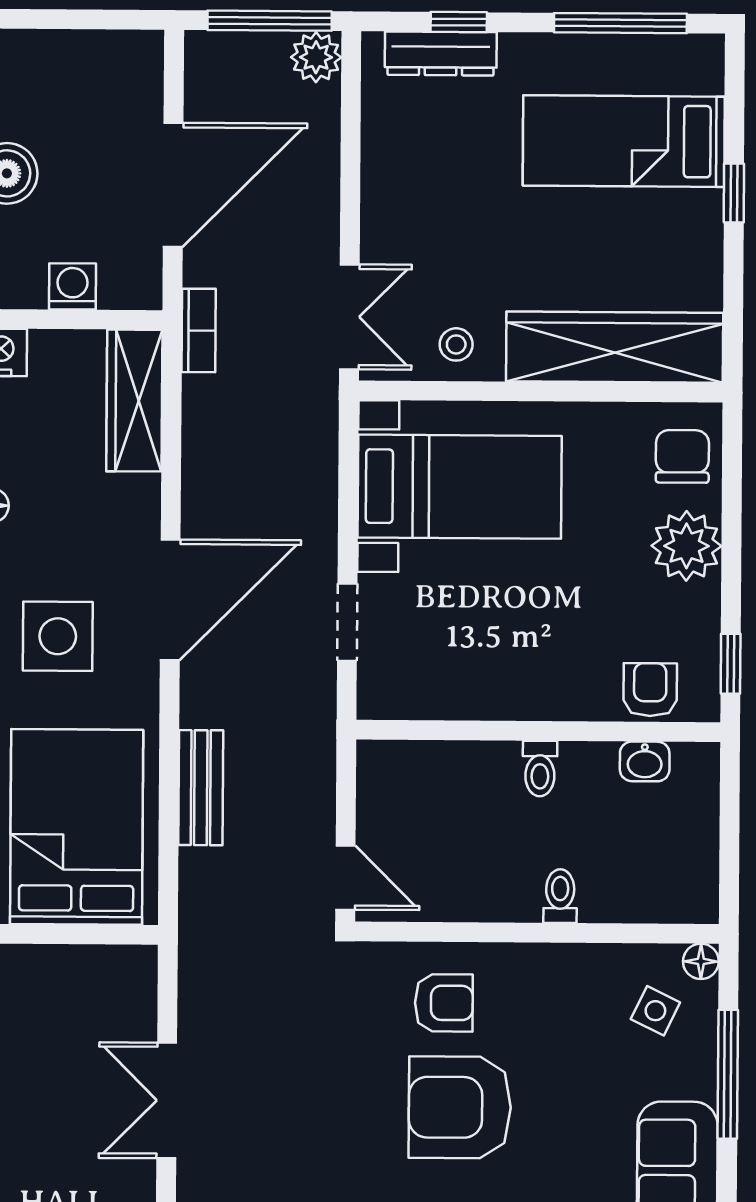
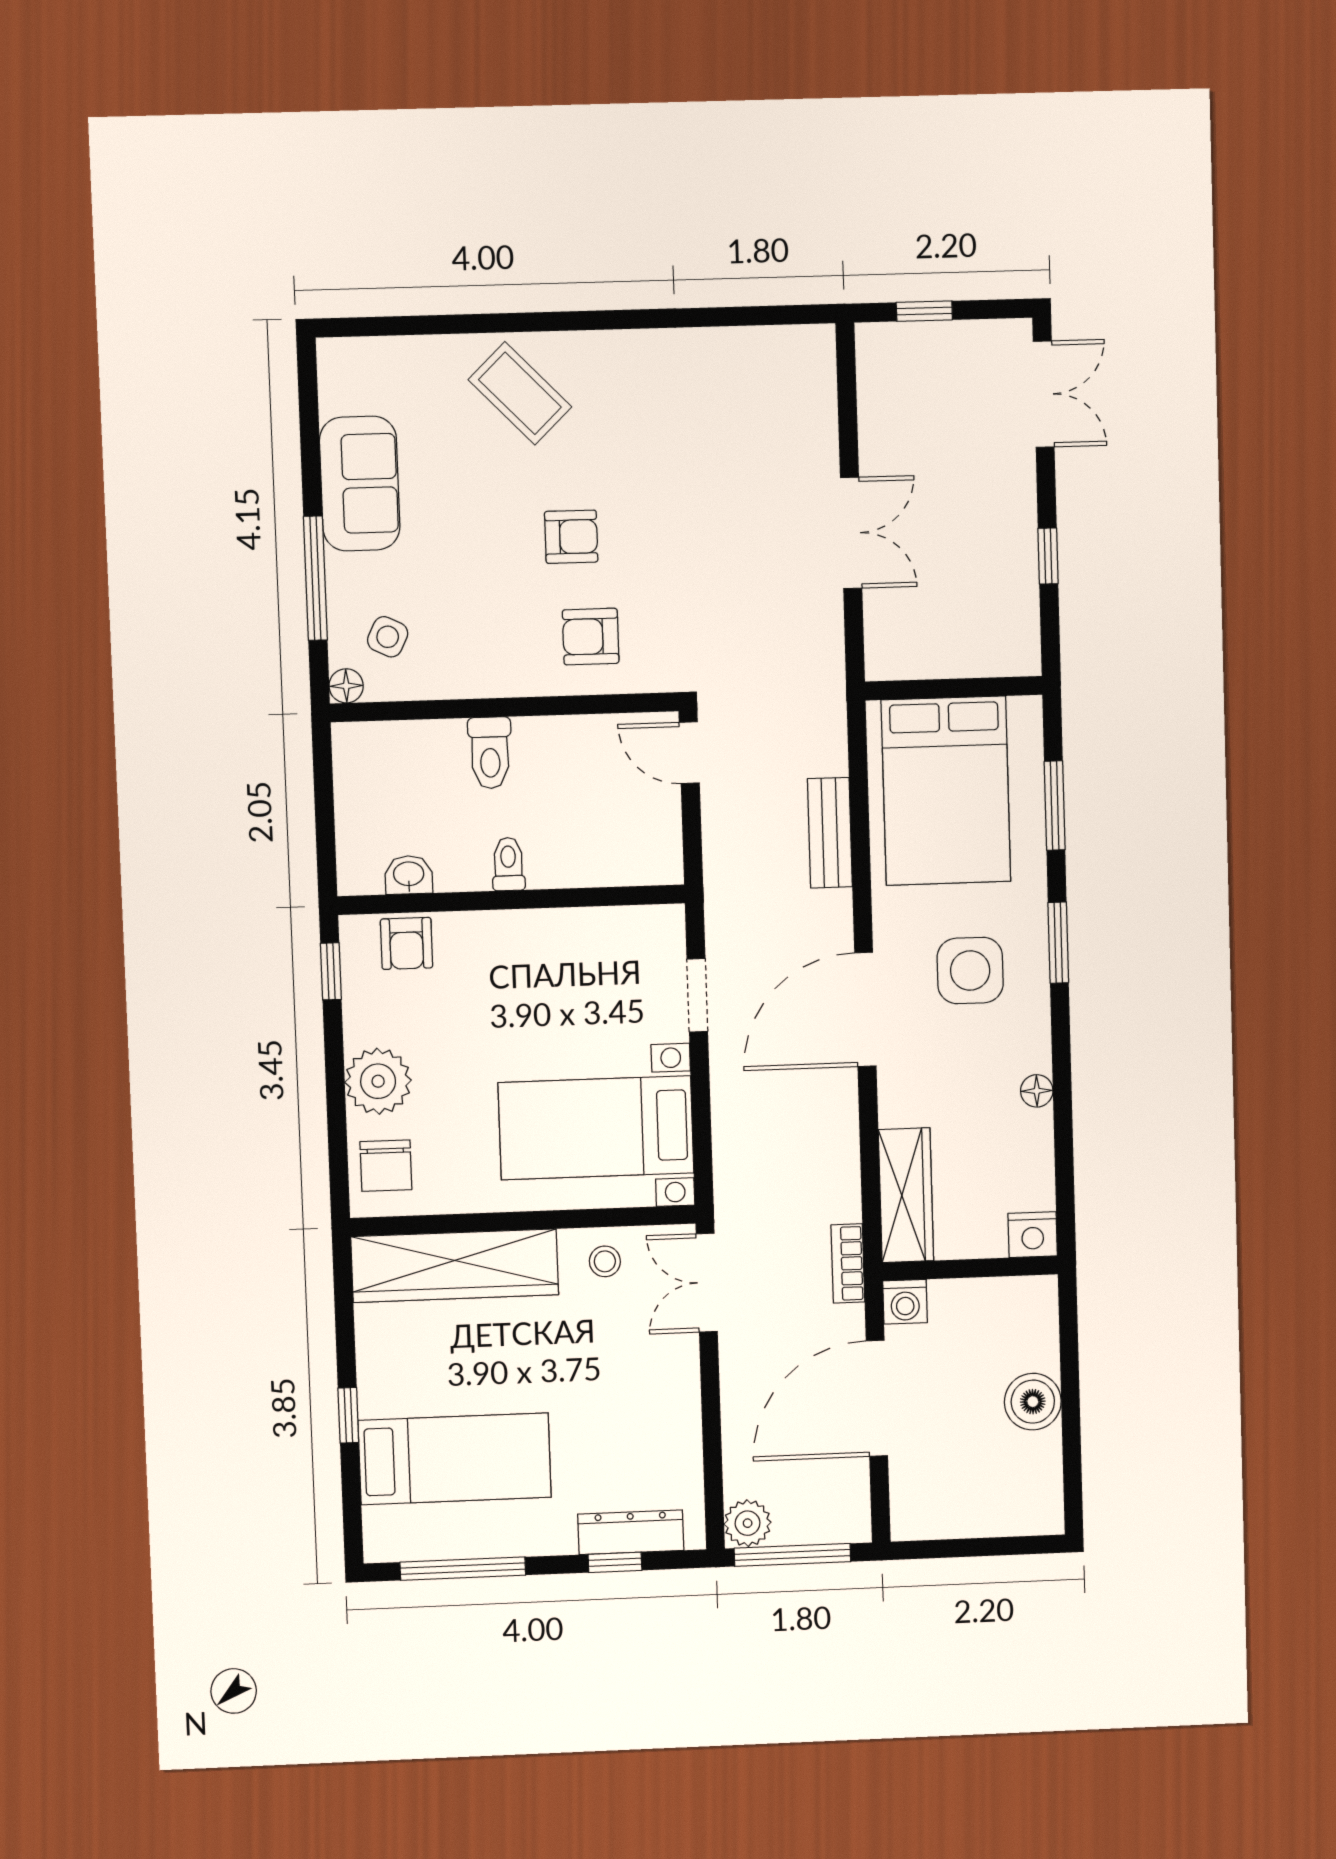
washing machine: (73, 286) -> (905, 1302), moved
toilet: (560, 896) -> (490, 753), width x1.37, depth x1.39
armchair: (460, 1107) -> (571, 537), width x0.53, depth x0.53

